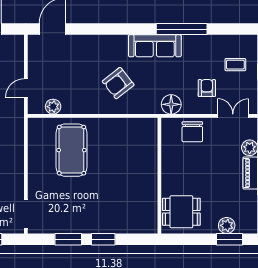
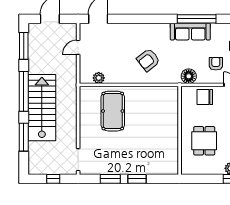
sofa: (155, 46) -> (190, 32), moved
door: (26, 88) -> (78, 47), moved
chair: (192, 132) -> (205, 97), turned 90
dining table: (181, 212) -> (204, 141), moved, turned 90

